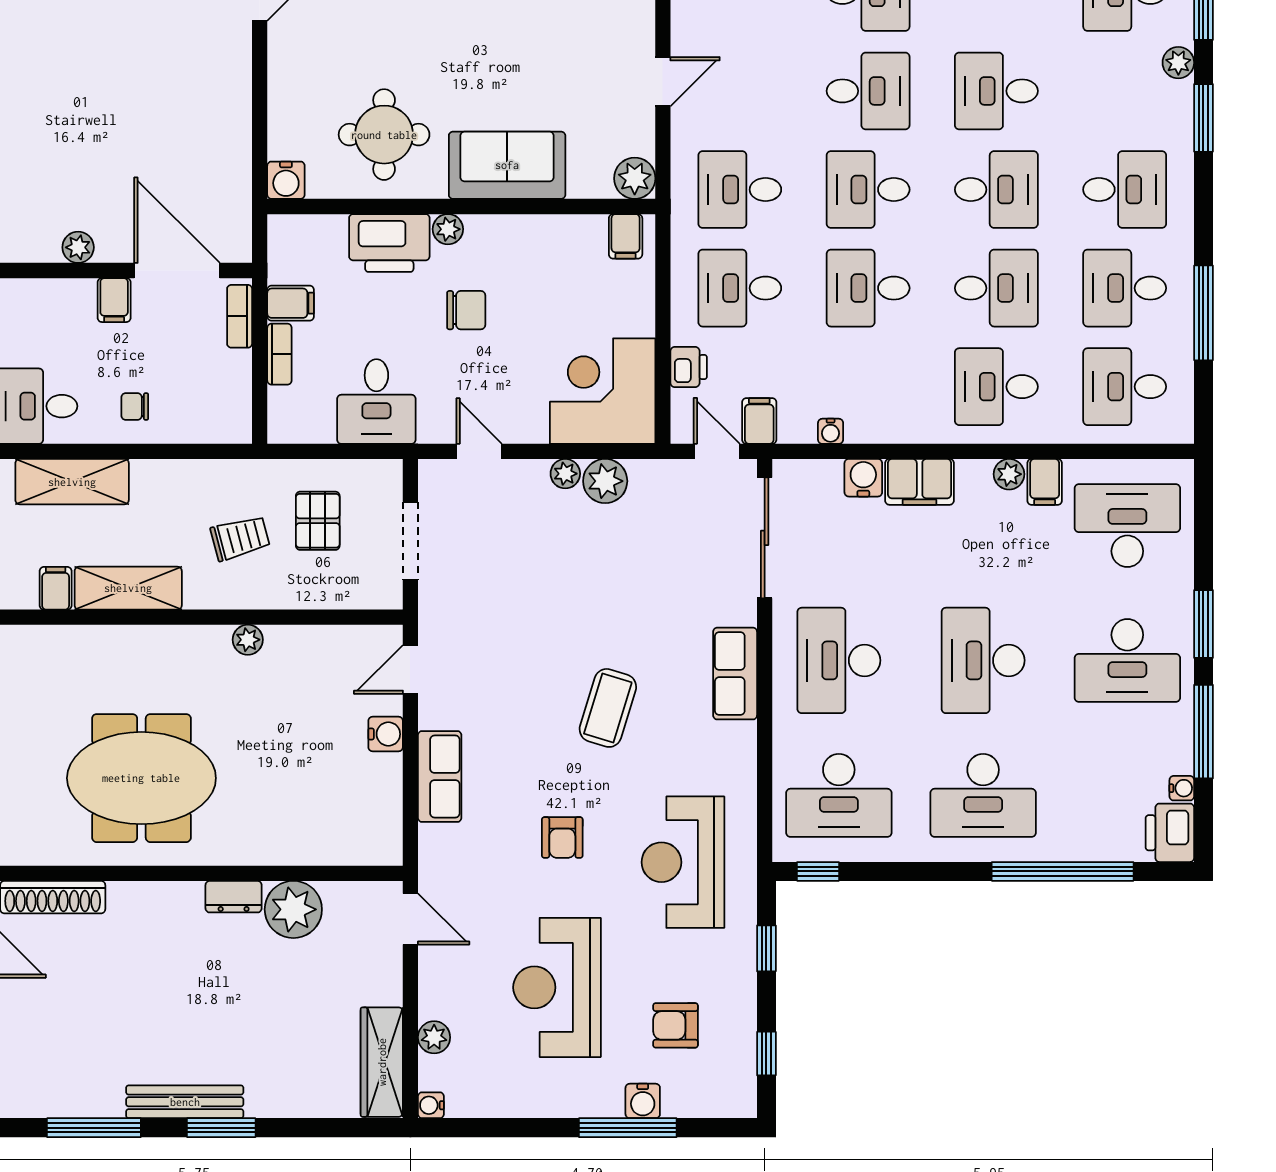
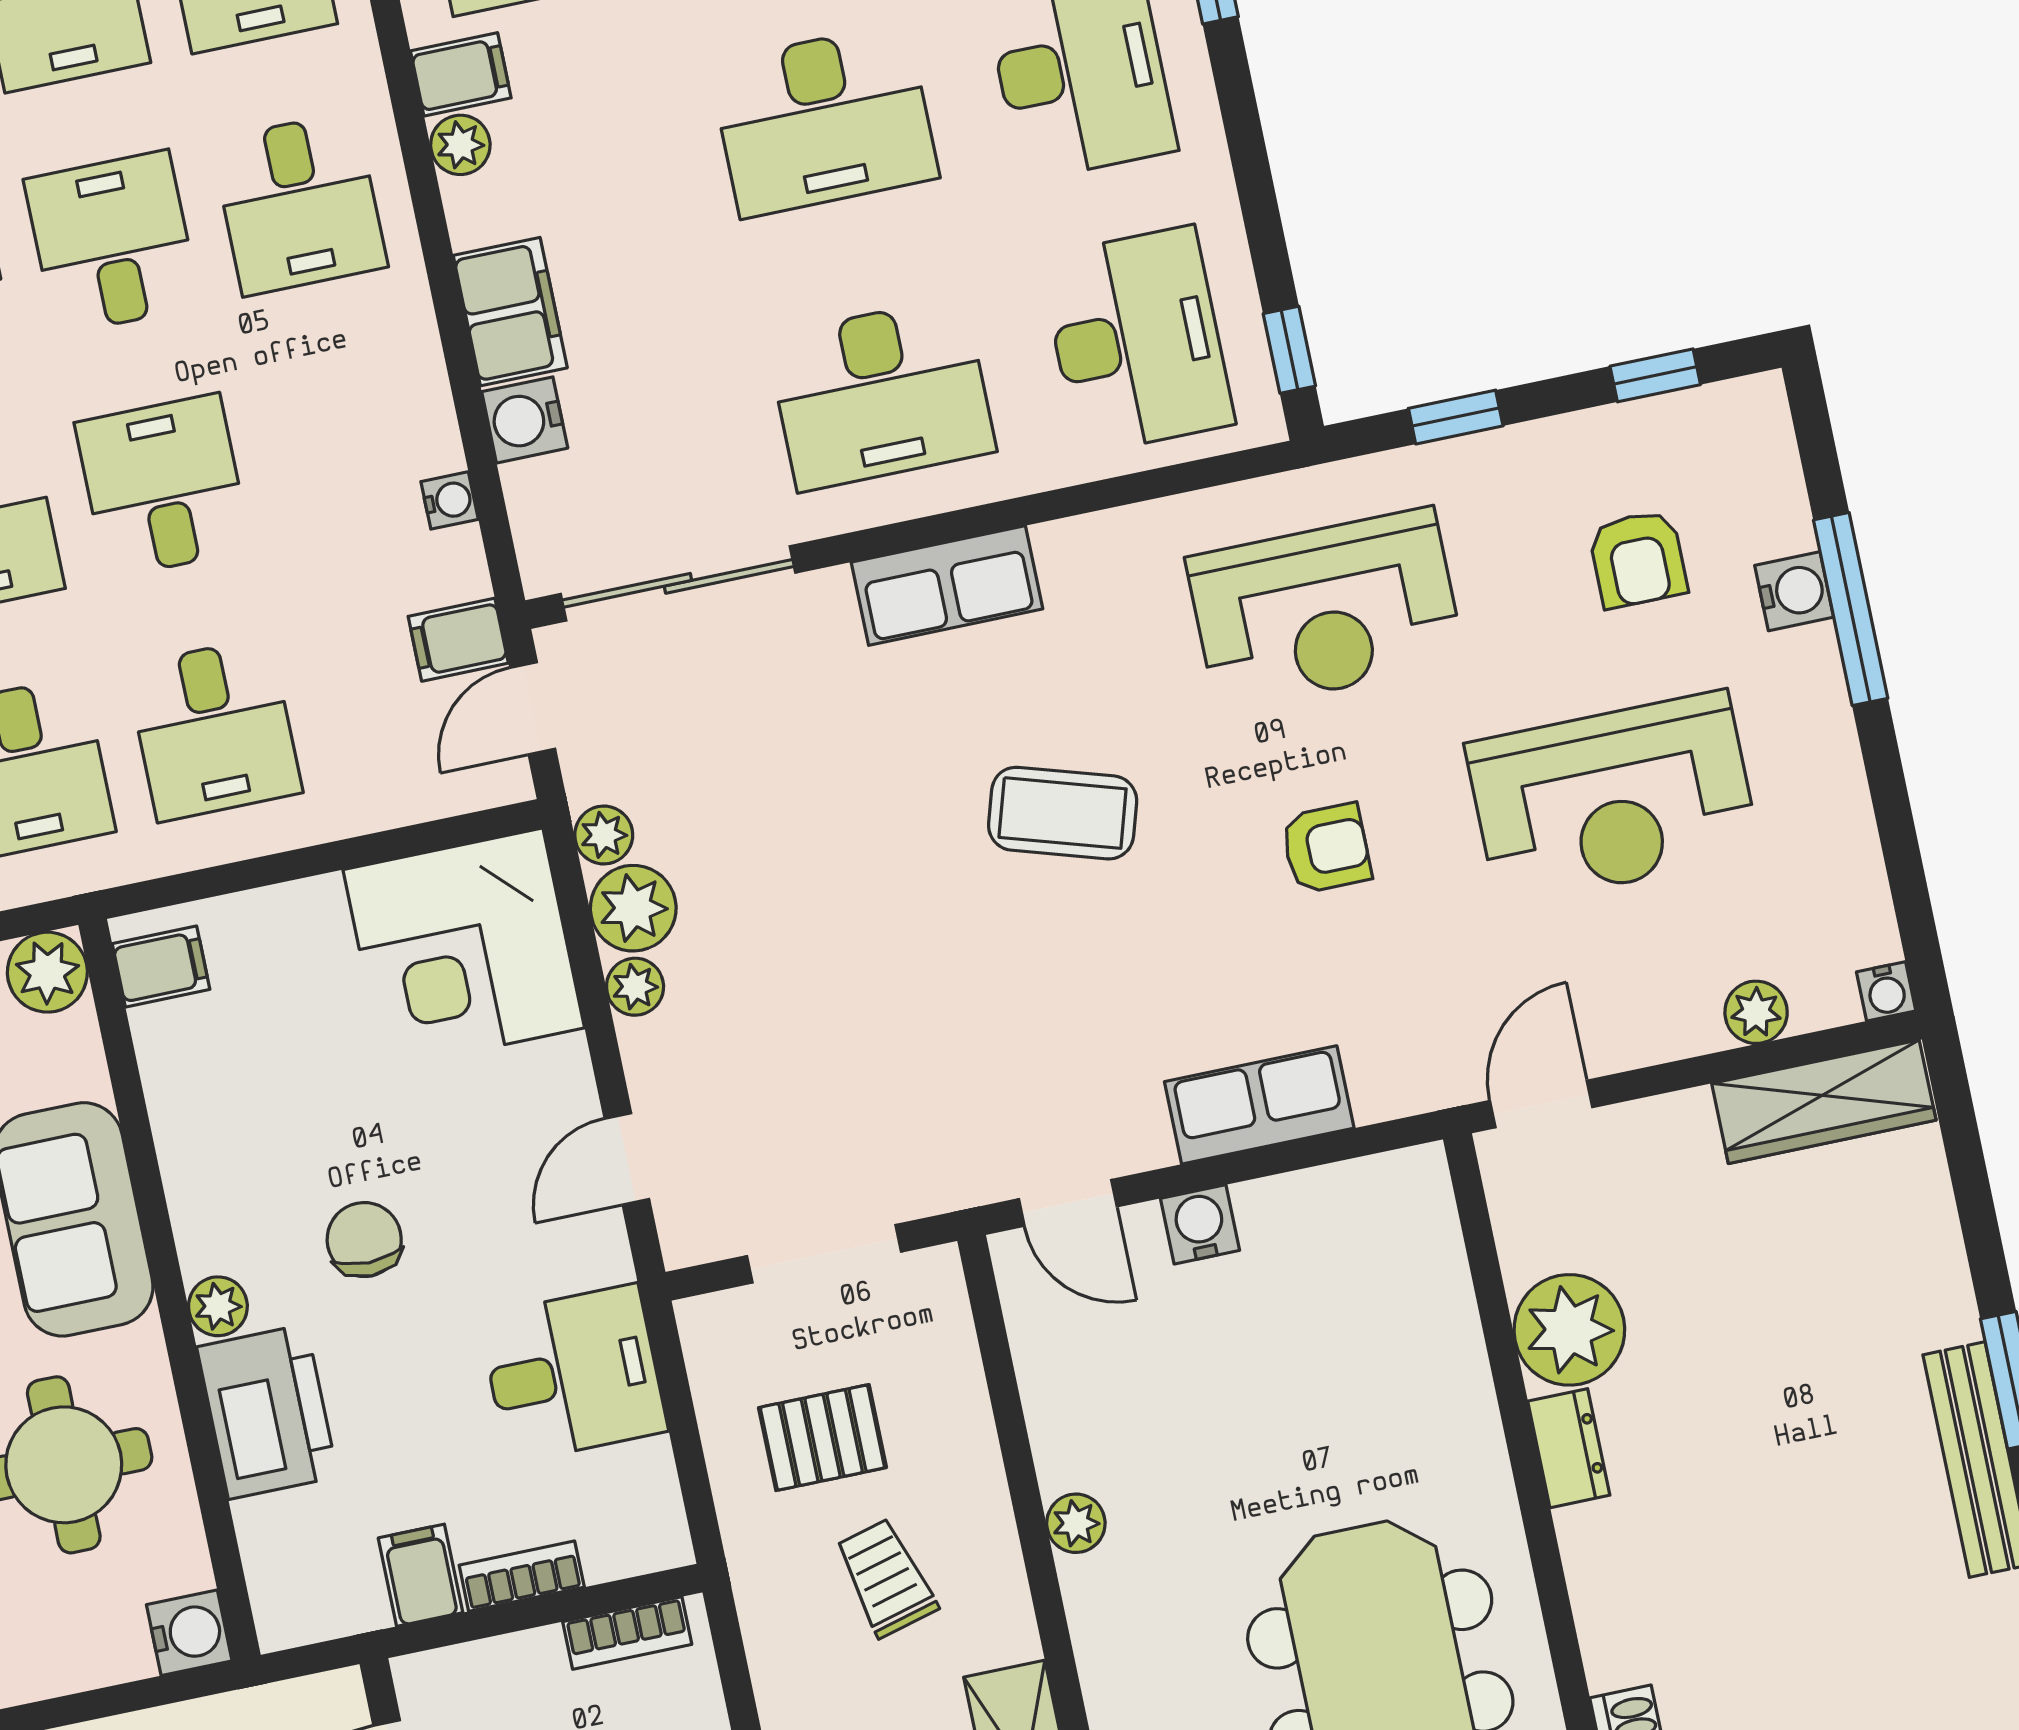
desk: (868, 288) -> (163, 486), turned 180
bookcase: (240, 316) -> (627, 1633), moved
printer: (689, 367) -> (384, 795), removed
plant: (645, 474) -> (604, 835), added

